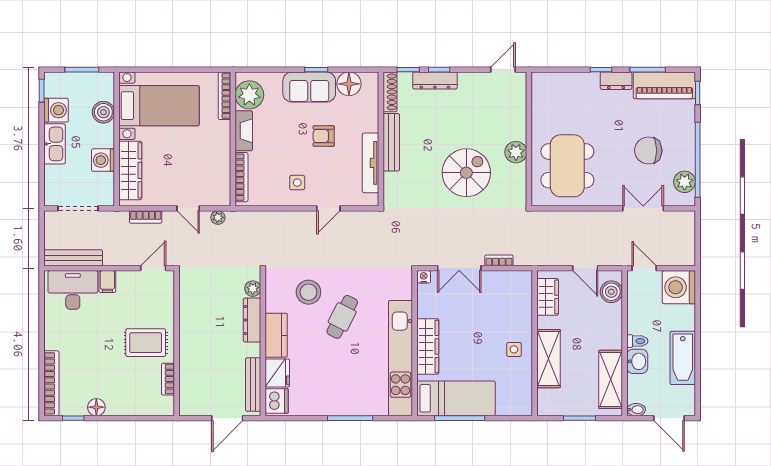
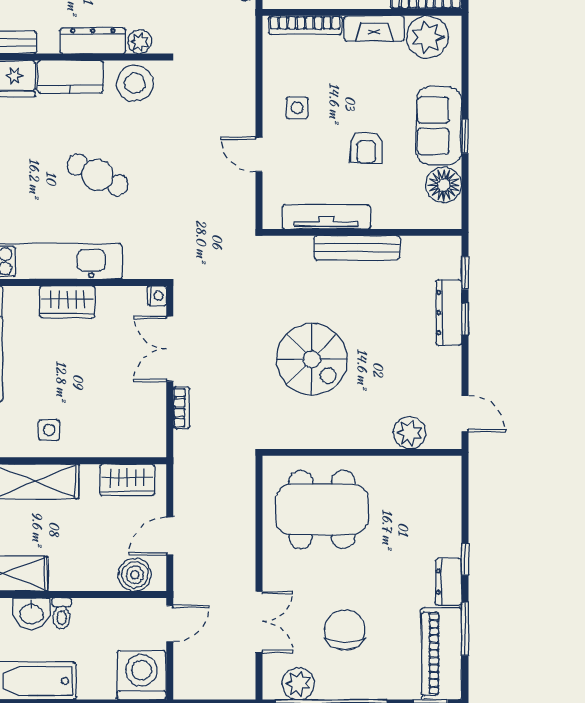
shoe rack: (390, 92) -> (432, 246), removed
armchair: (324, 136) -> (366, 147), turned 180
plant: (516, 152) -> (410, 433), moved
stool: (308, 292) -> (135, 83), moved
wardrobe: (428, 346) -> (67, 302), width x0.67

